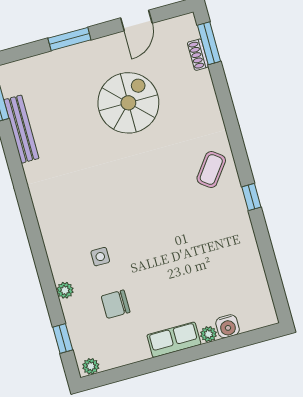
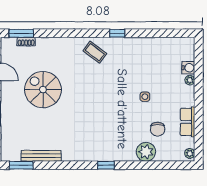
side table: (100, 257) -> (145, 97), moved
plant: (65, 290) -> (146, 152), width x1.88, depth x1.88
window: (63, 338) -> (106, 165), moved
row of seats: (174, 340) -> (188, 122), moved

